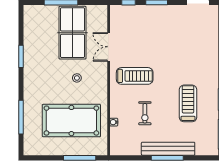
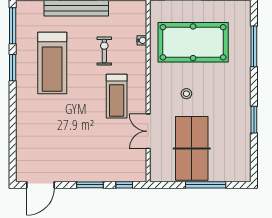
double door: (109, 47) -> (148, 131), swing flipped
treadmill: (135, 76) -> (117, 96), turned -90
treadmill: (188, 103) -> (52, 63), width x1.37, depth x1.38

